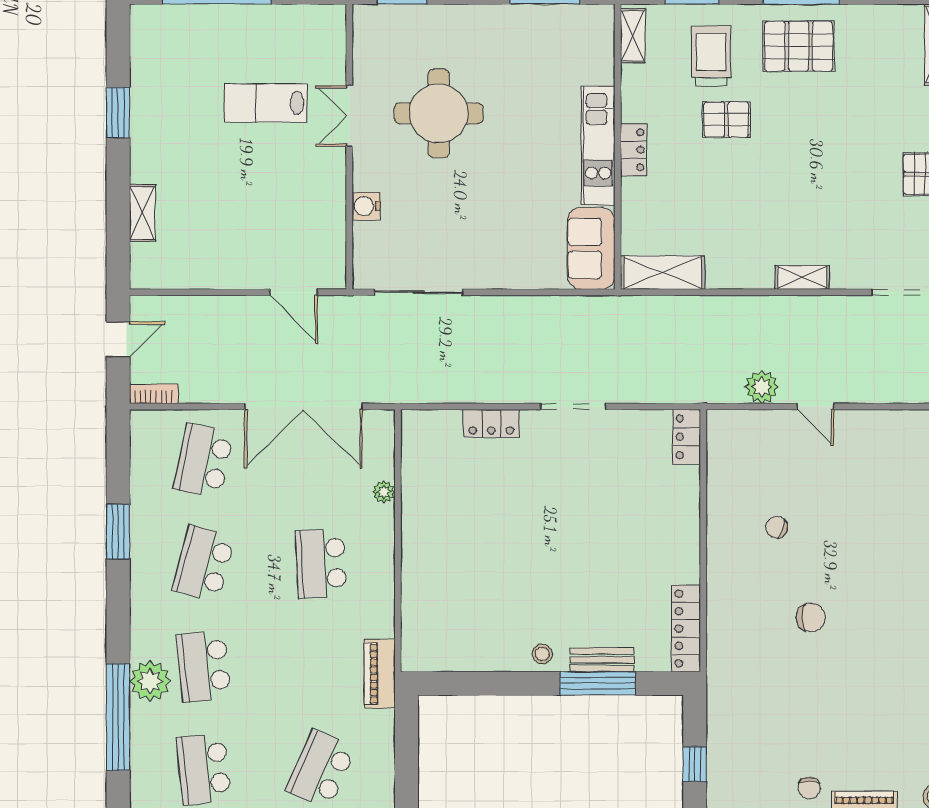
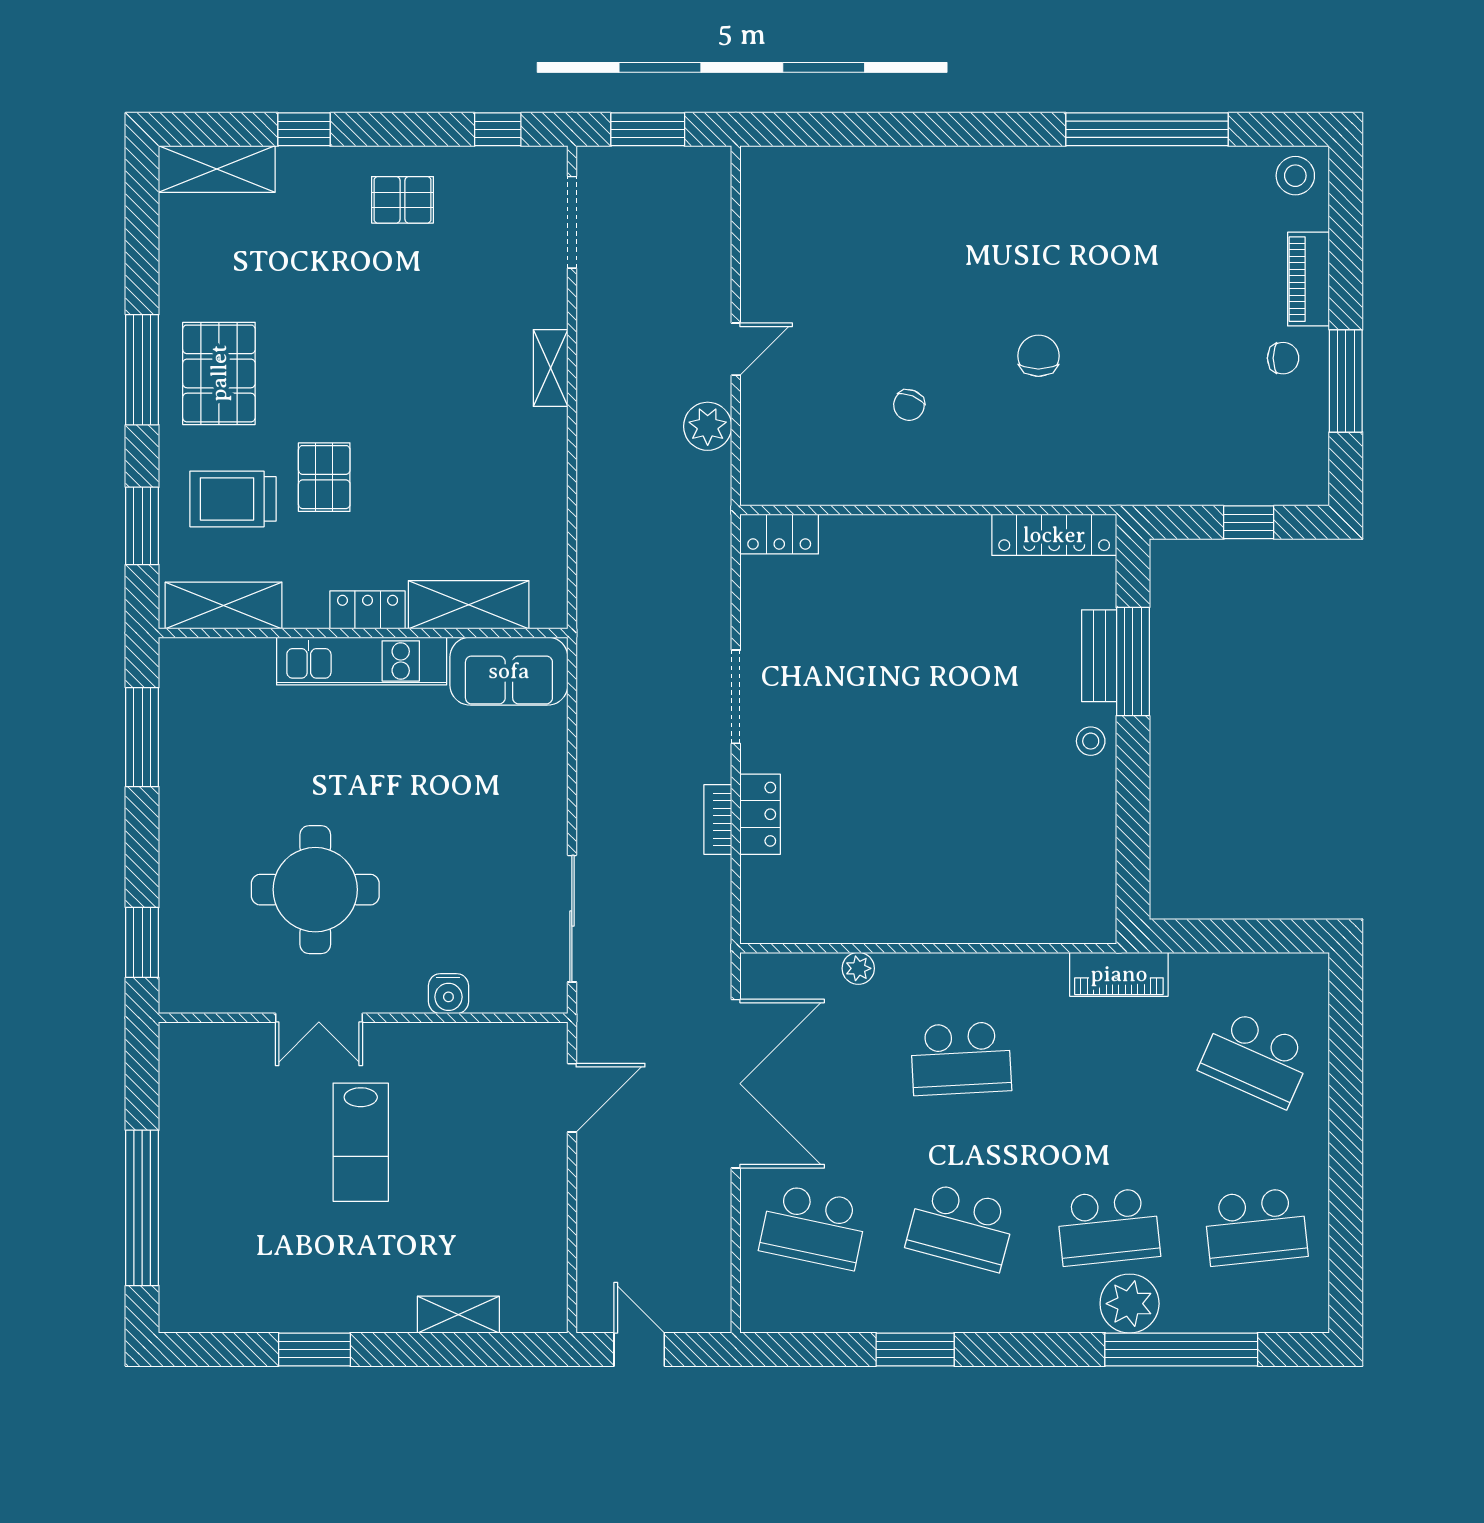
shelving: (633, 36) -> (224, 605), width x1.50, depth x1.33
lab bench: (266, 103) -> (361, 1142), moved
shelving: (663, 273) -> (469, 605), moved, turned 90
bookcase: (154, 394) -> (718, 819), moved

